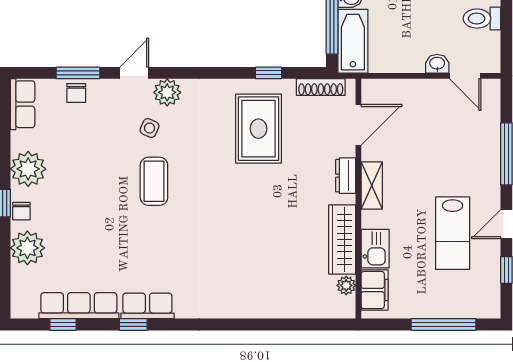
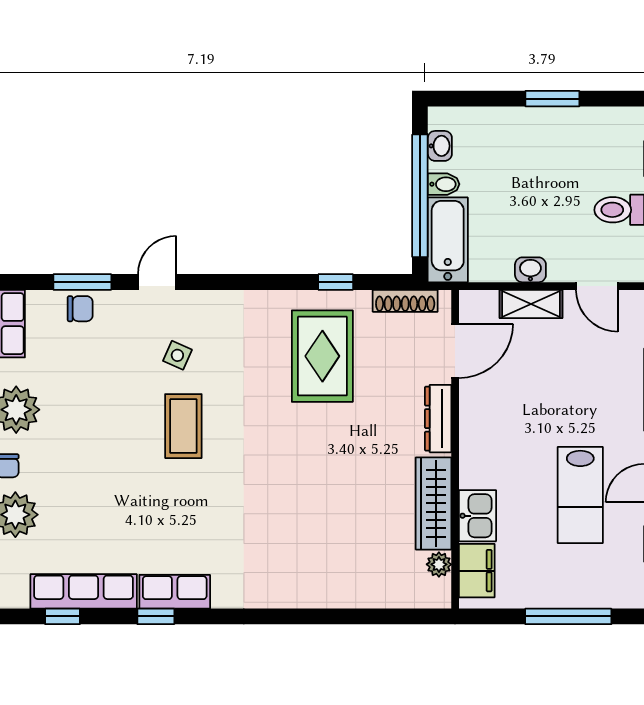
washbasin: (437, 64) -> (530, 270), moved
plant: (167, 92) -> (201, 308), removed
chair: (76, 93) -> (80, 309), turned -90
dresser: (346, 176) -> (438, 419), width x1.44
shelving: (372, 185) -> (531, 304), moved, turned 90

